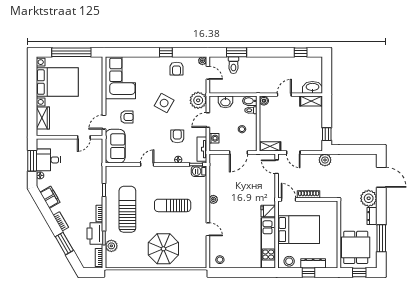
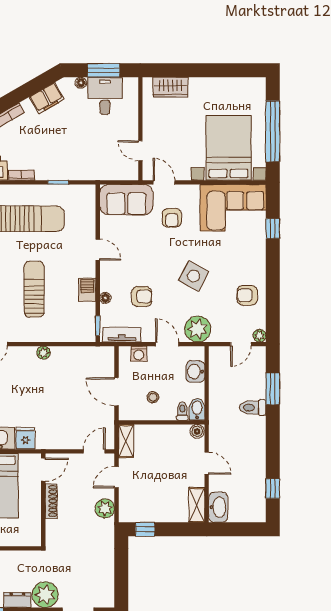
window: (166, 52) -> (273, 229), moved
toilet: (233, 65) -> (253, 408), moved
bed with nightstands: (57, 82) -> (229, 148), moved, turned 180
plant: (325, 160) -> (105, 508), moved
barbecue: (199, 171) -> (87, 290), moved

